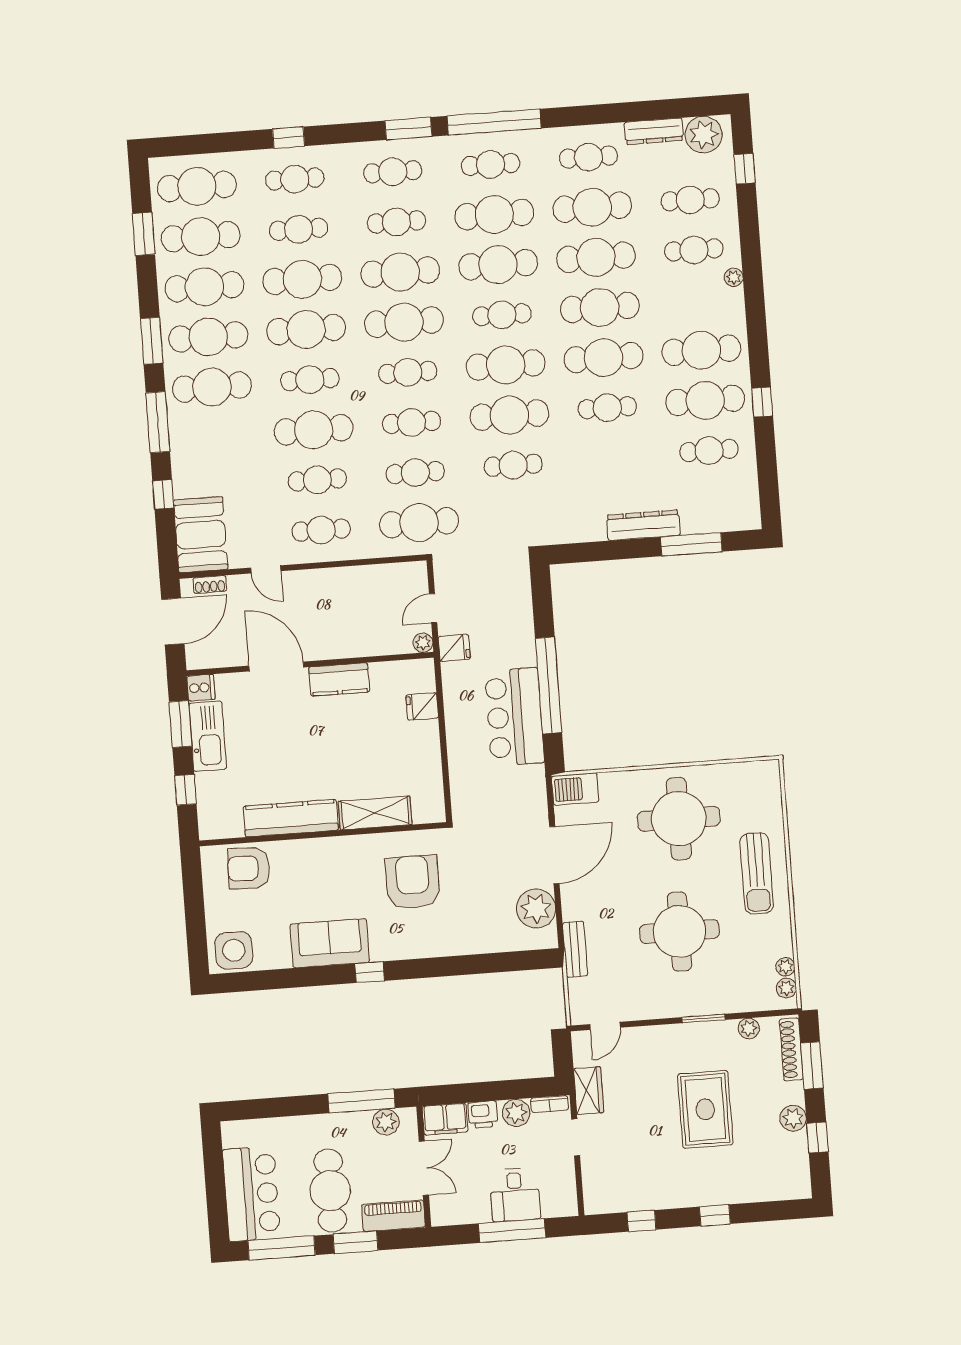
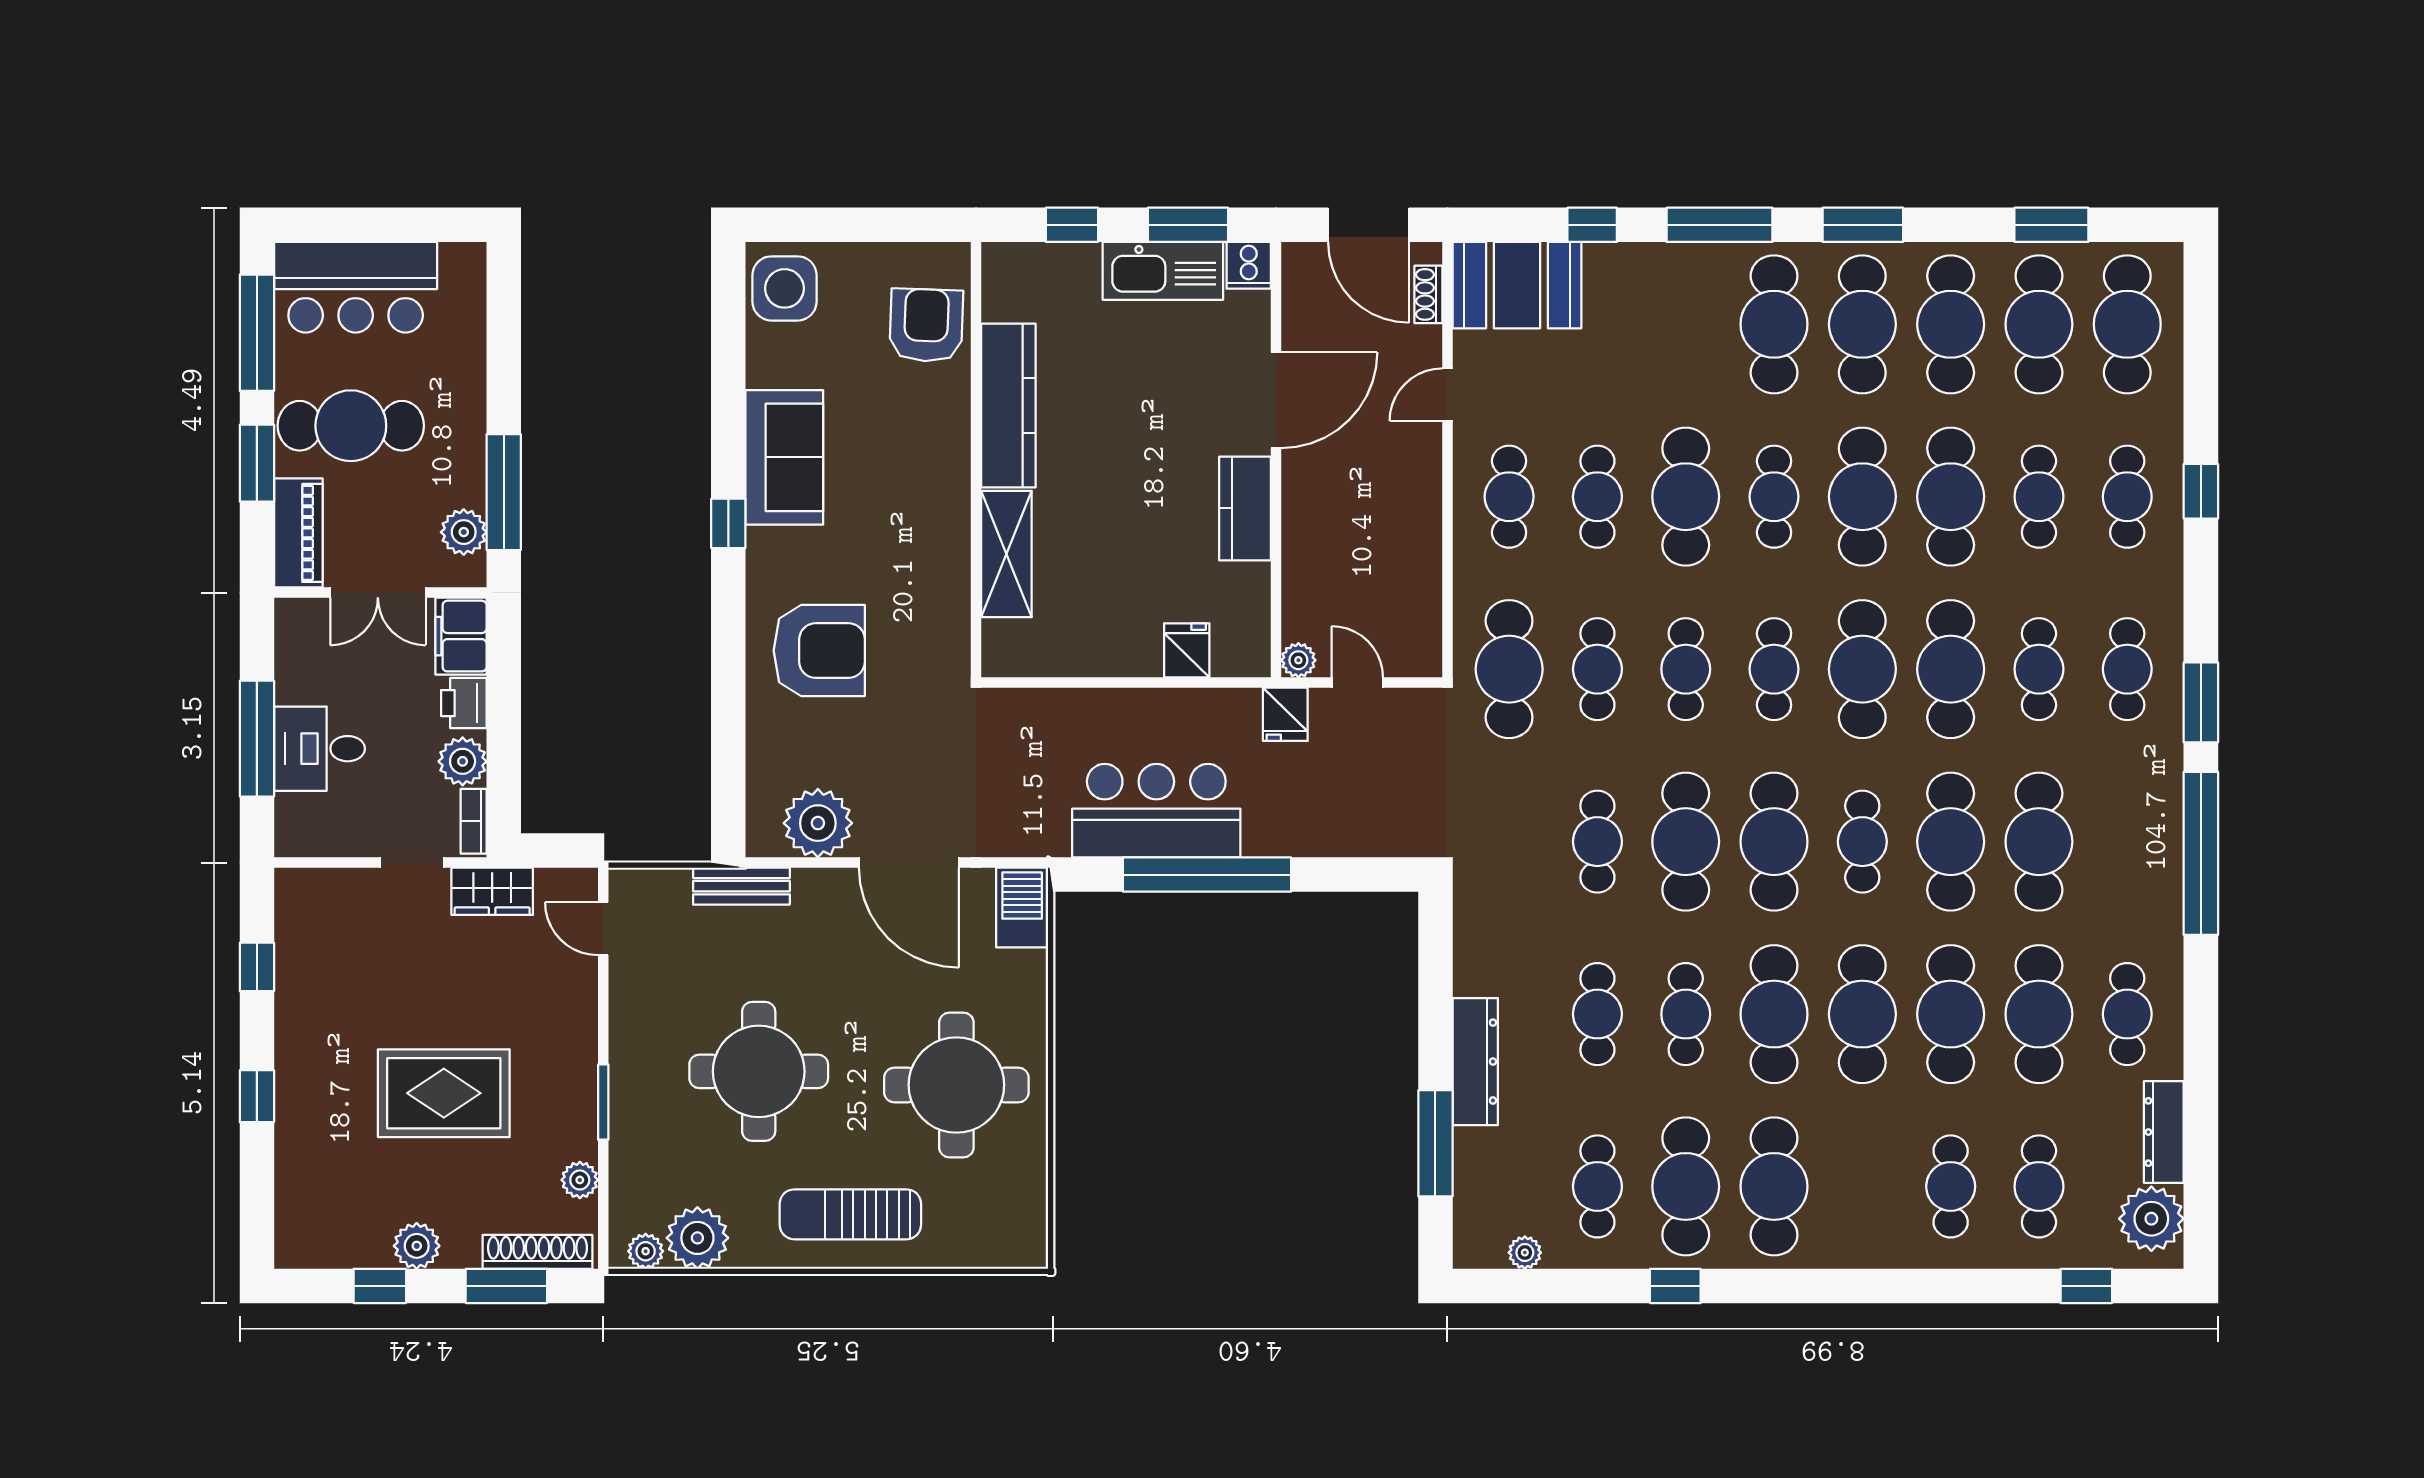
cafe table: (491, 164) -> (1597, 1014), moved
plant: (734, 277) -> (1525, 1253), moved
armchair: (413, 882) -> (819, 651), moved
plant: (785, 967) -> (697, 1238), width x1.88, depth x1.88

